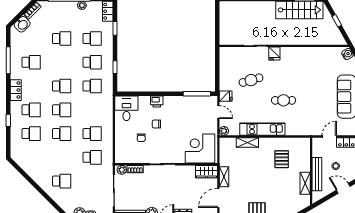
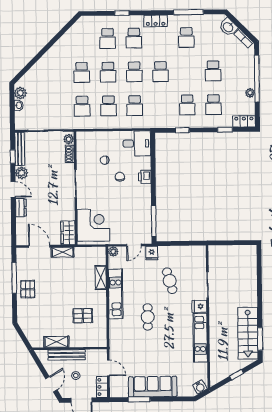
kitchen unit: (303, 53) -> (200, 338), added
school desk: (92, 86) -> (135, 106), moved
school desk: (62, 181) -> (82, 73), moved

